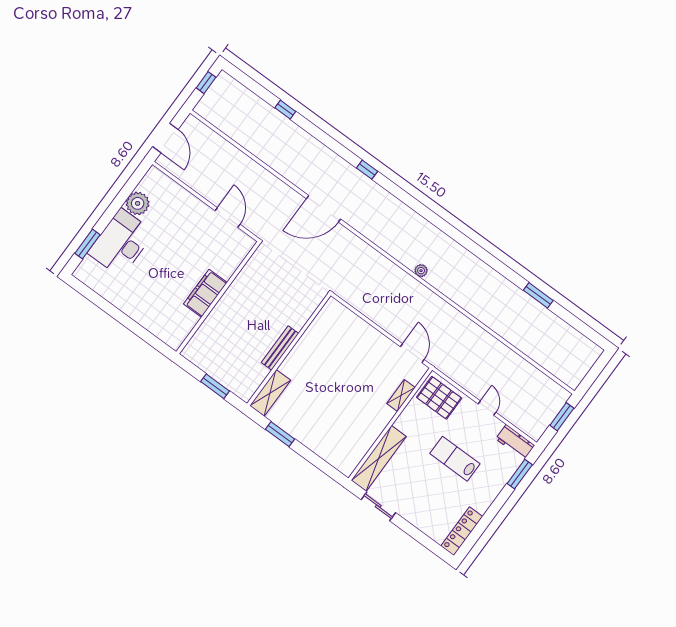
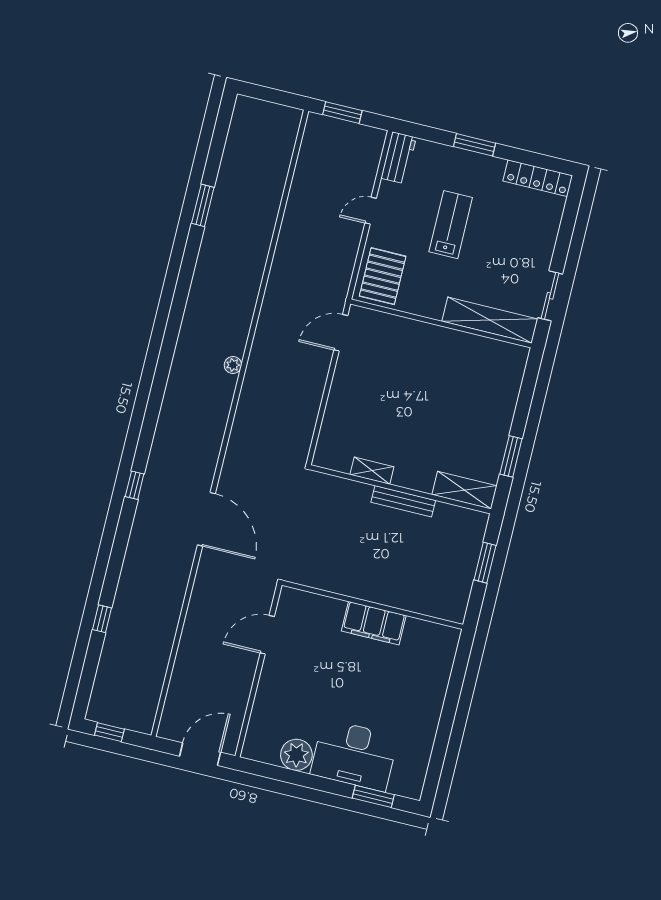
shelving: (401, 396) -> (372, 471), moved
lab bench: (455, 459) -> (451, 225), turned 180
window: (520, 474) -> (475, 145), moved

